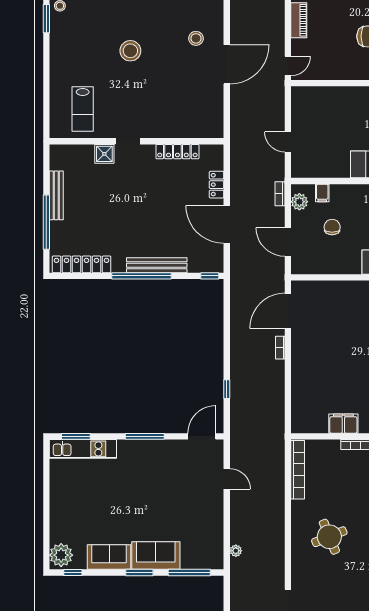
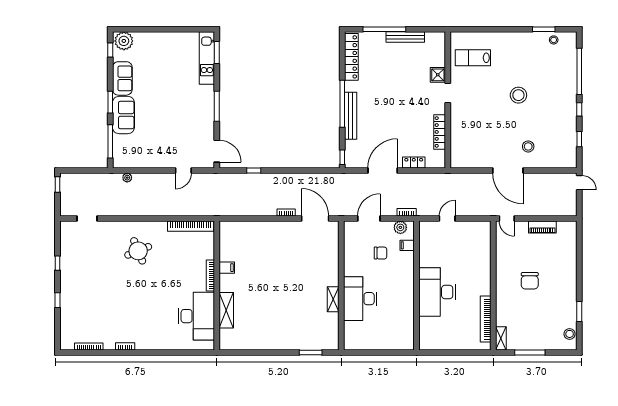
filing cabinet: (343, 424) -> (227, 268), width x0.50

